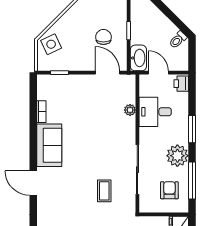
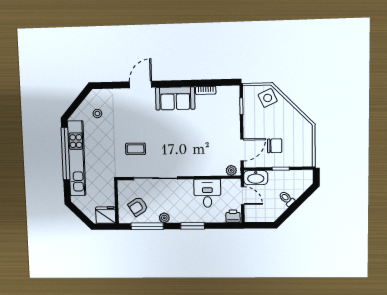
toilet: (178, 40) -> (287, 199), moved
door: (158, 73) -> (243, 196), hinge flipped
plant: (130, 110) -> (231, 170), moved
plant: (177, 156) -> (164, 218), width x0.53, depth x0.53
armchair: (169, 190) -> (138, 207), turned 148

